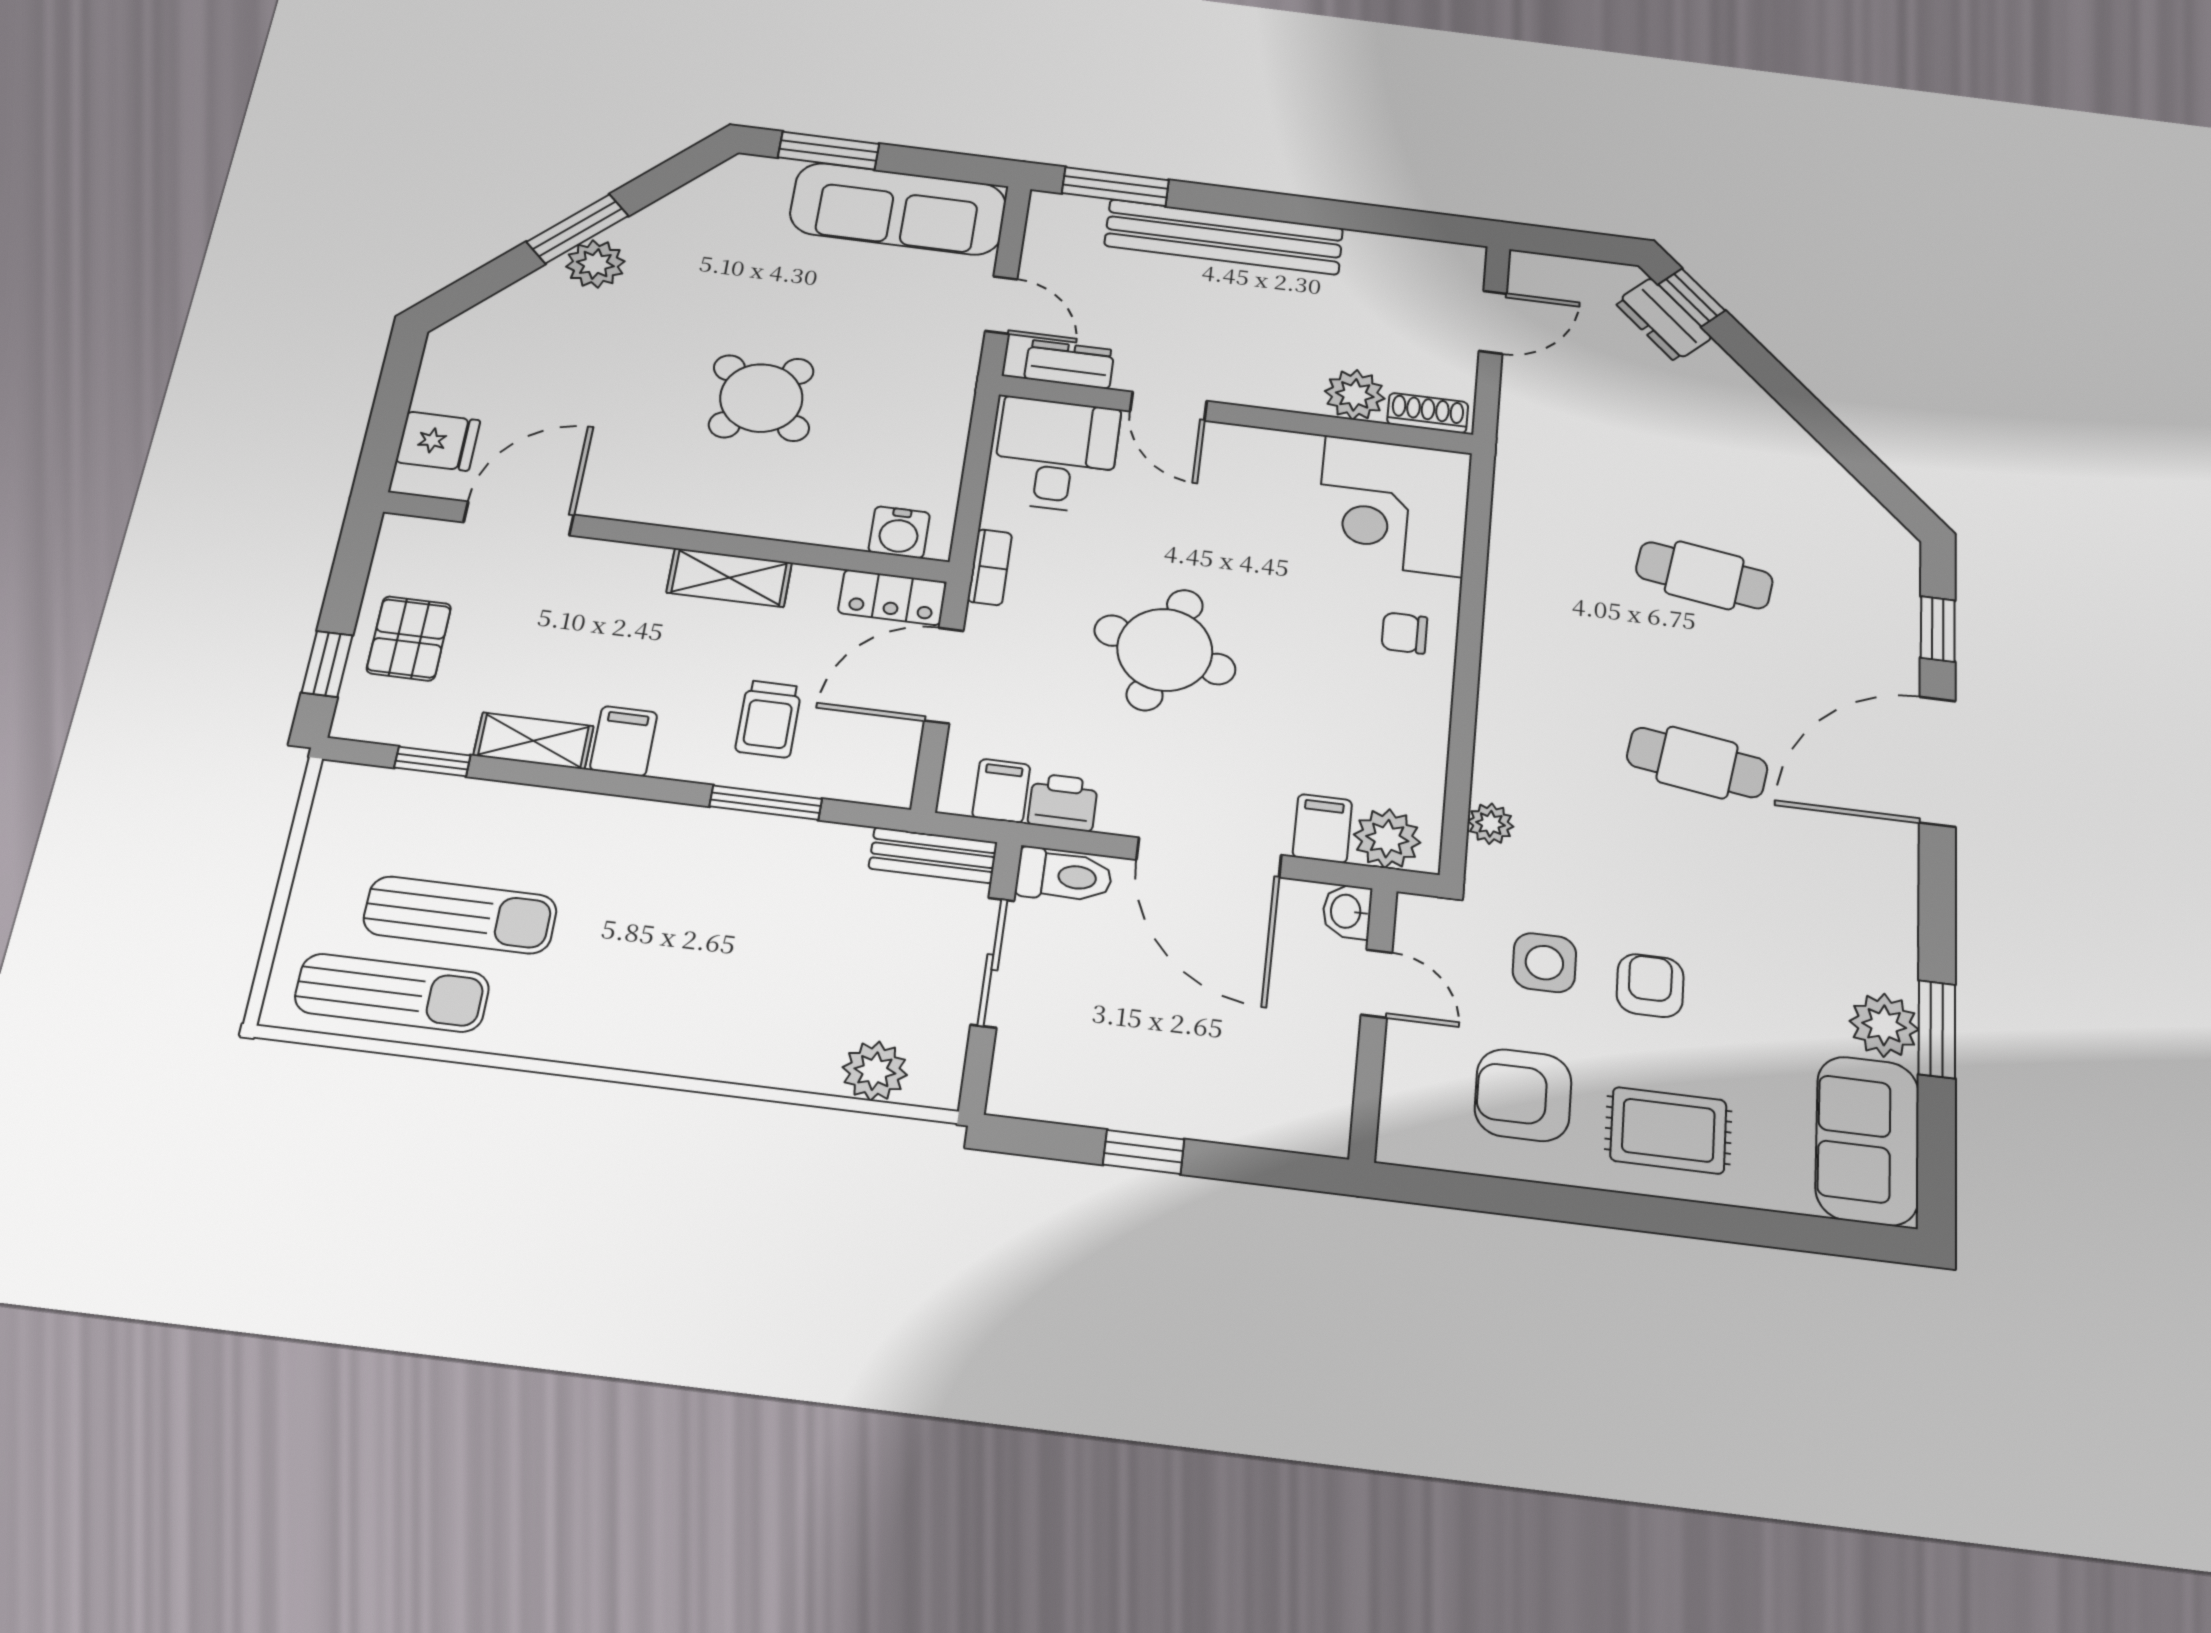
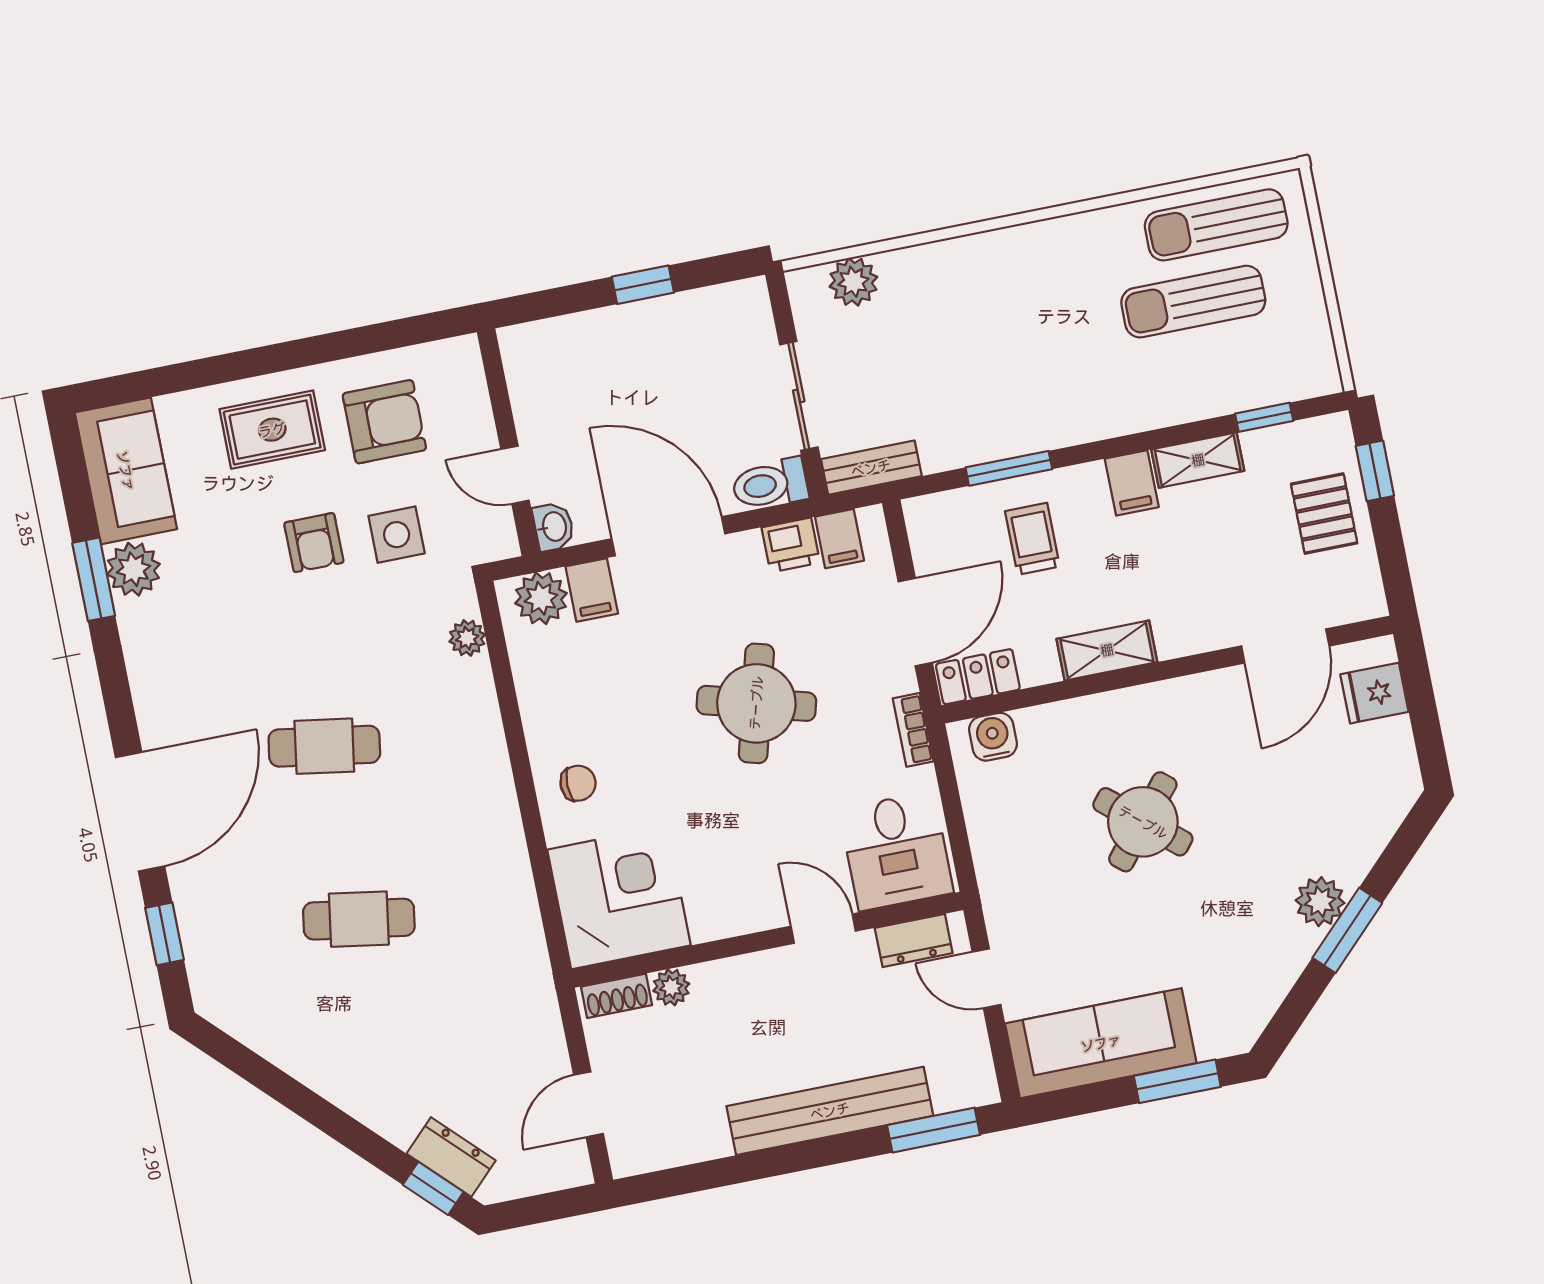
plant: (1355, 395) -> (671, 987), width x0.73, depth x0.73

